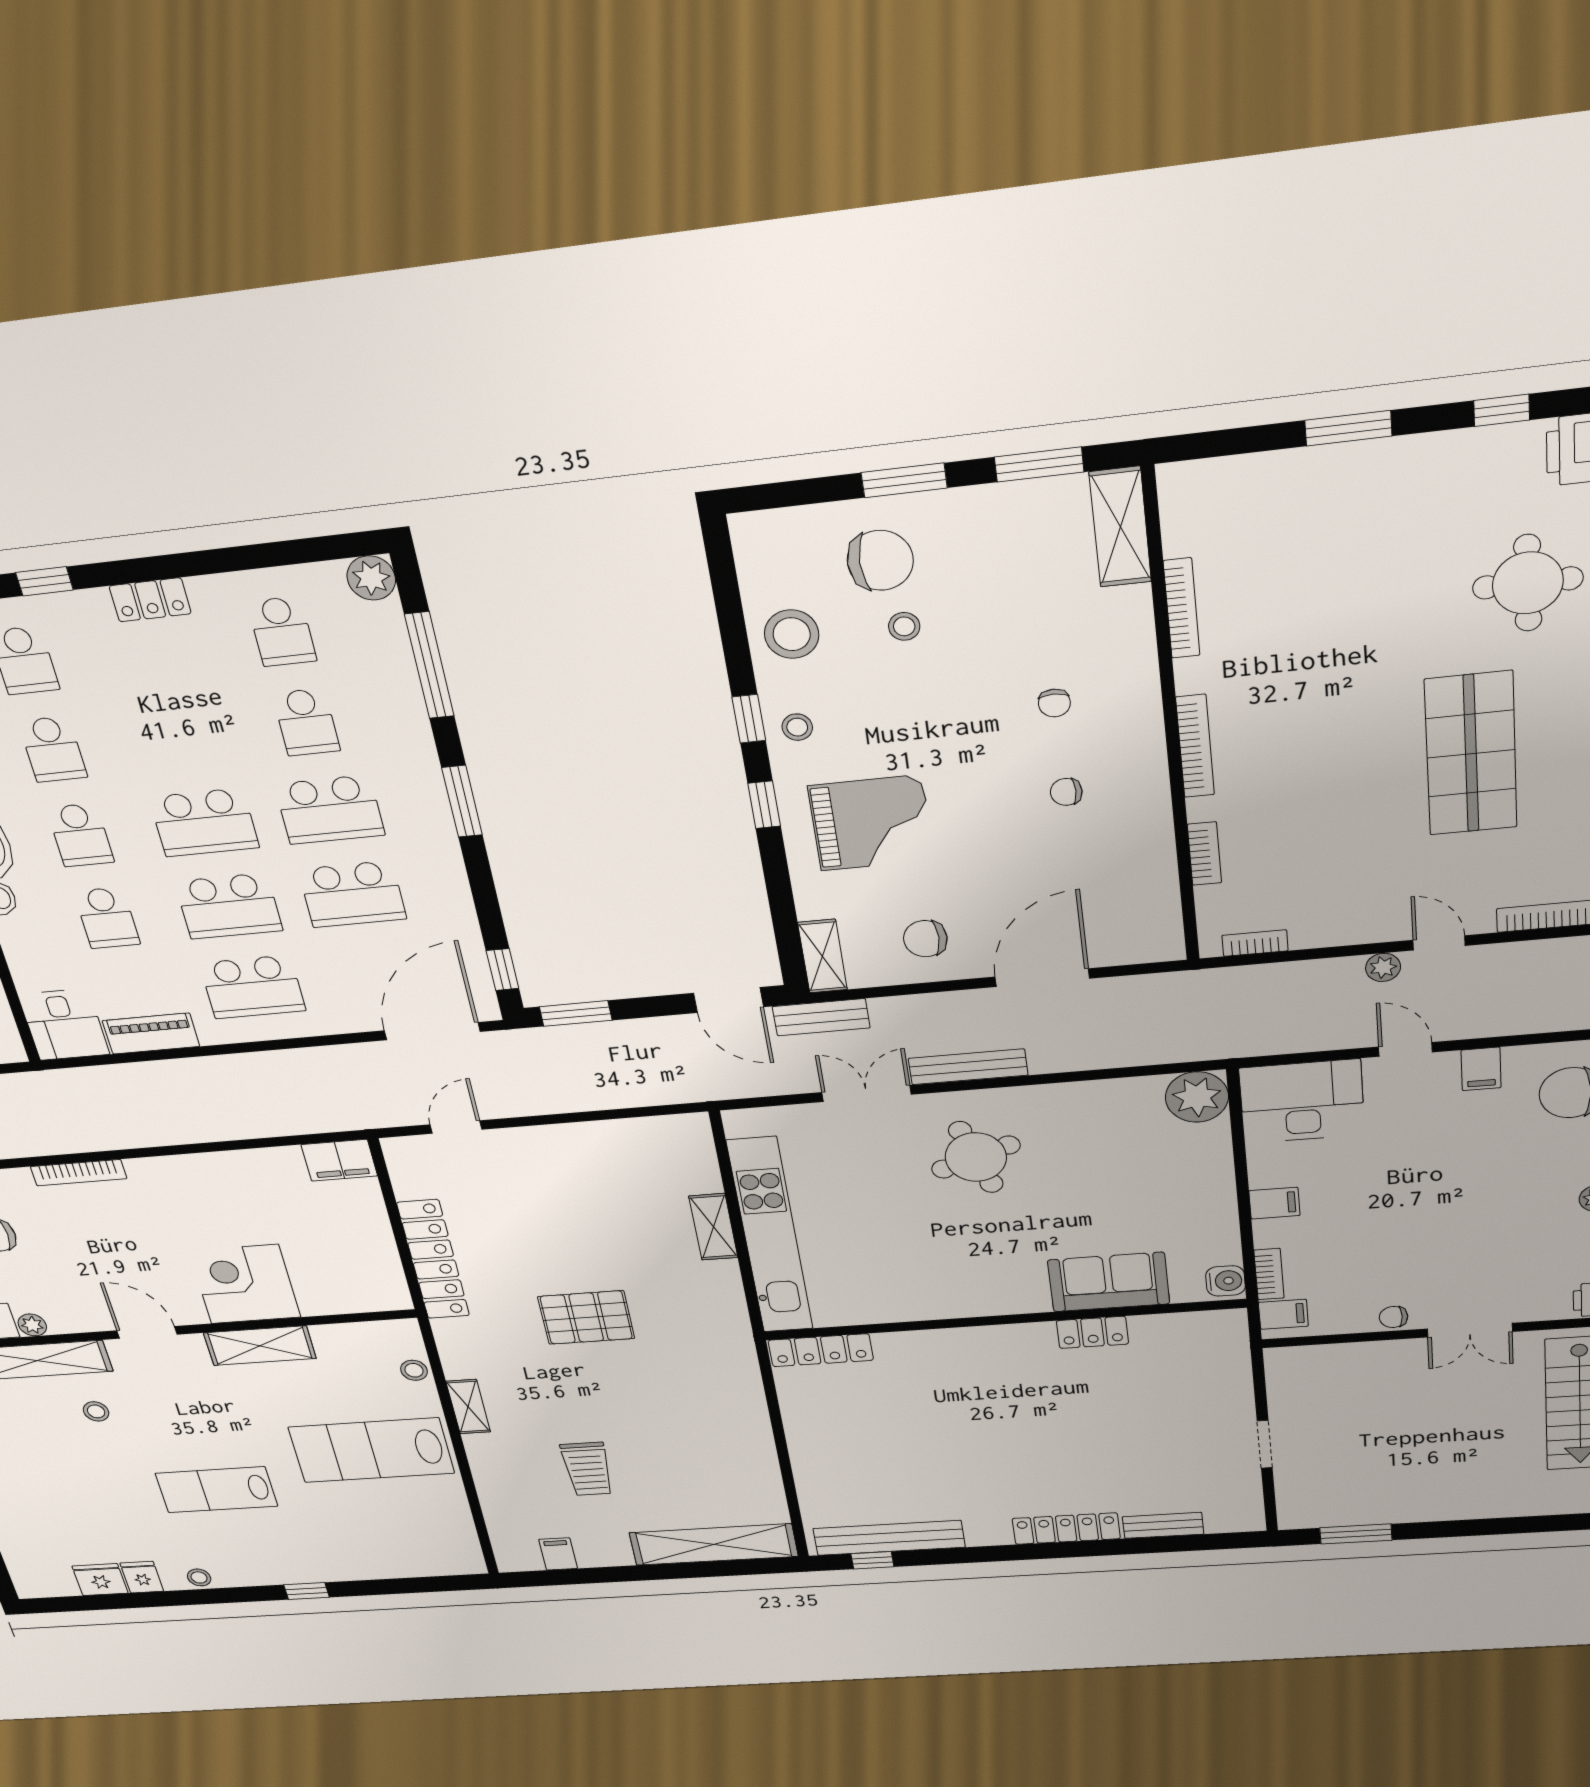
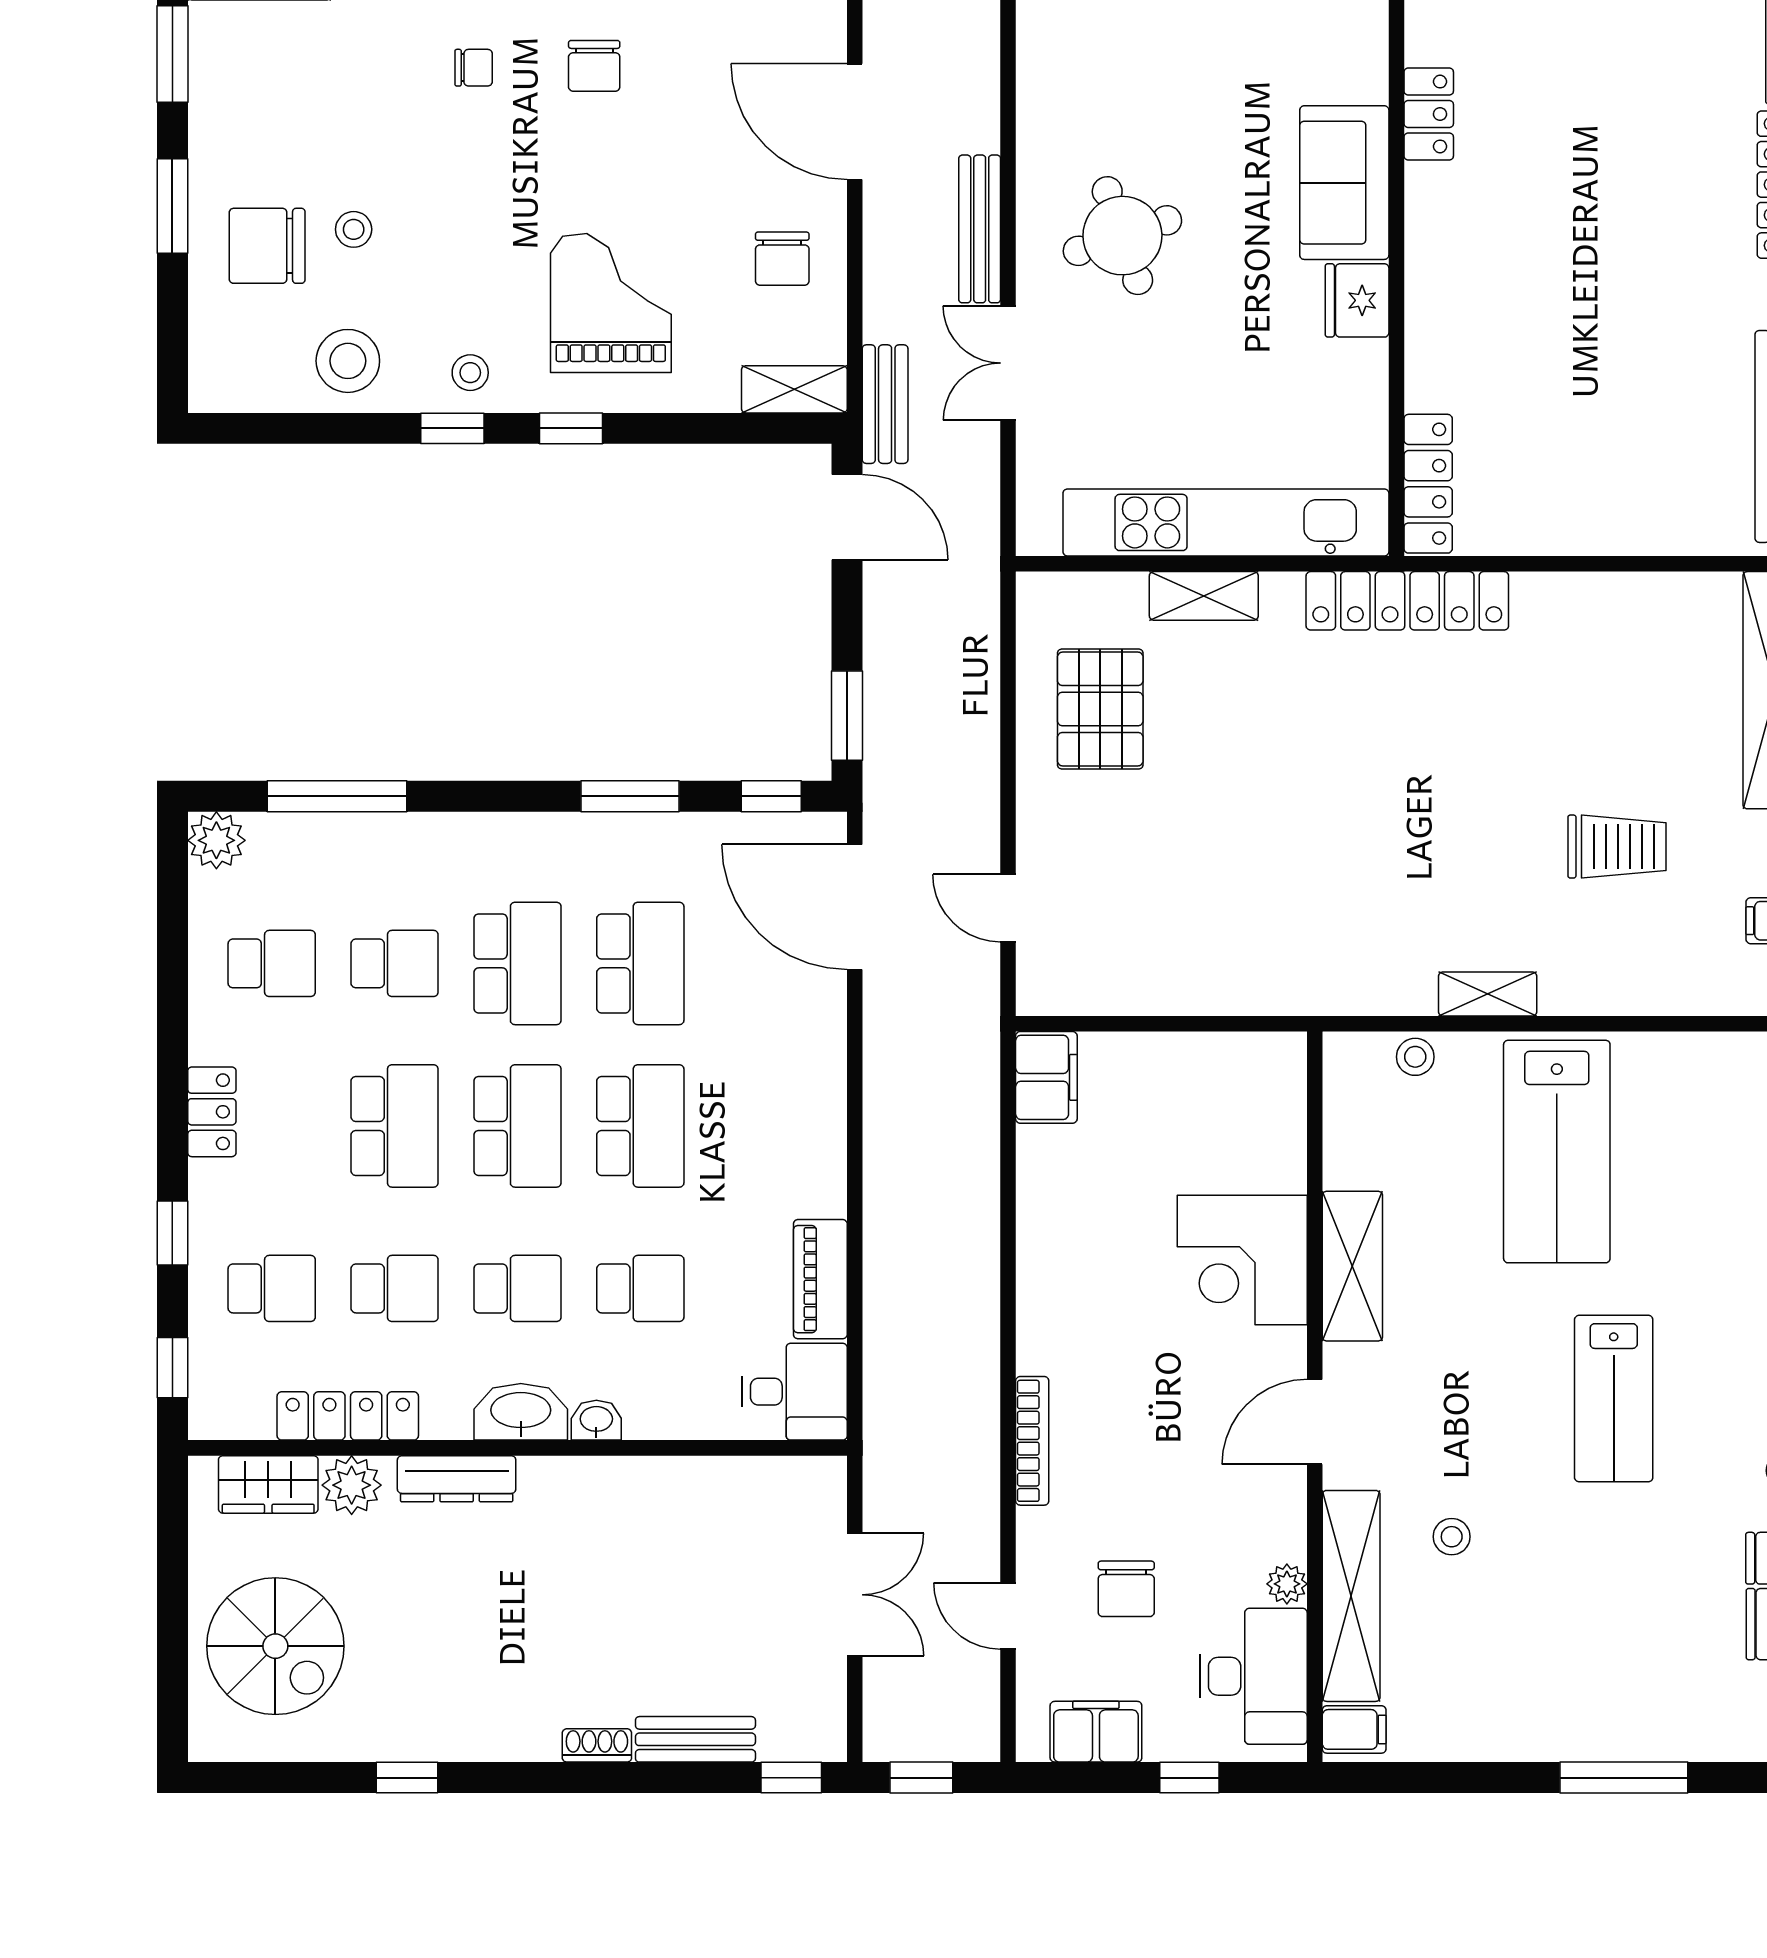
chair: (880, 560) -> (267, 246), turned -90
chair: (1066, 792) -> (594, 66), width x1.37, depth x1.37
window: (462, 801) -> (630, 796), moved
school desk: (253, 987) -> (395, 1126), moved
door: (729, 1000) -> (847, 517), hinge flipped
locker: (433, 1260) -> (1407, 601), moved, turned 180
sofa: (1109, 1282) -> (1344, 183), moved
fridge: (948, 1301) -> (1357, 300), added
pallet: (586, 1318) -> (1100, 709), moved

